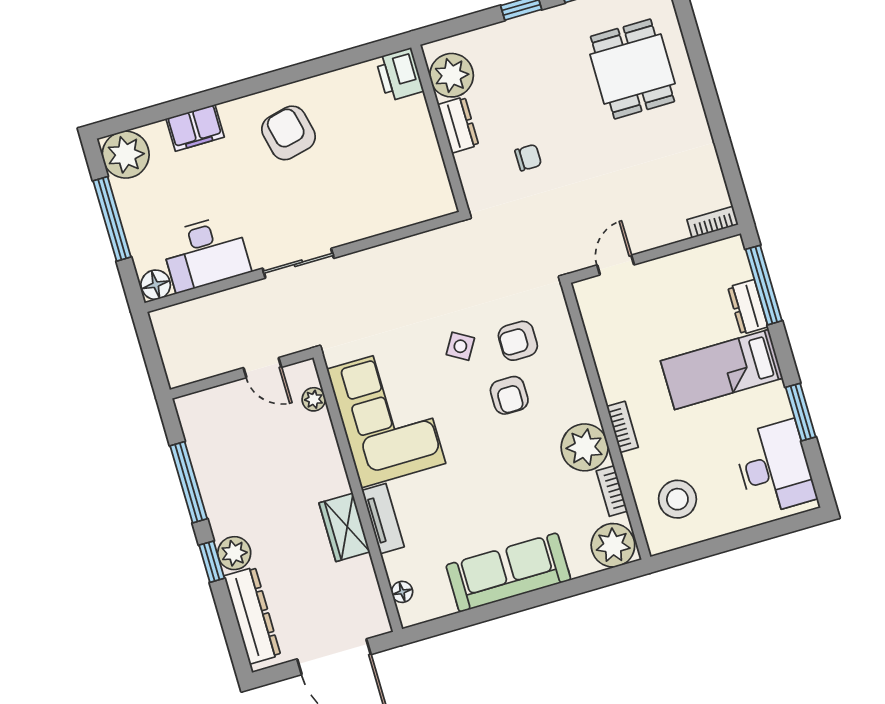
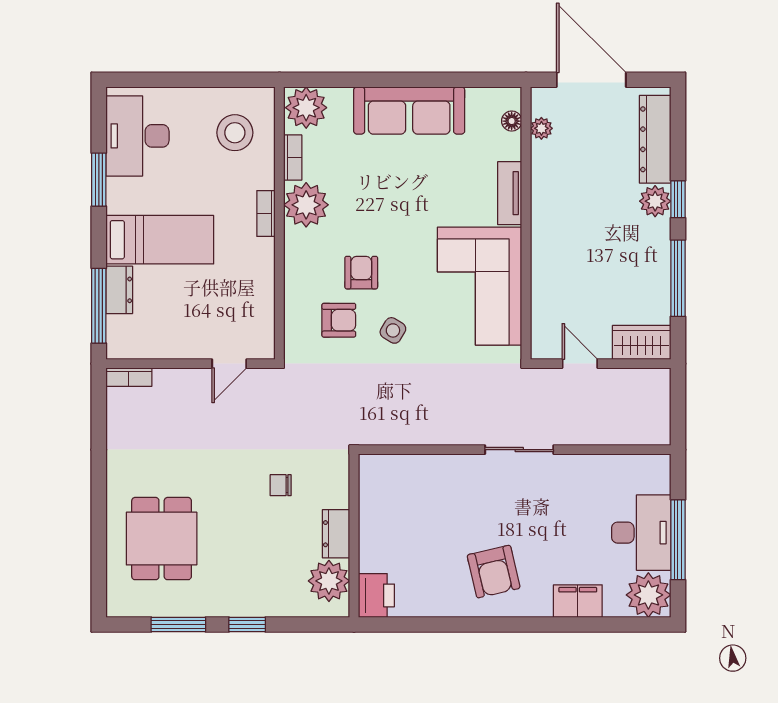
desk: (205, 253) -> (641, 533), moved, turned 90
floor lamp: (156, 285) -> (656, 468), removed
plant: (314, 399) -> (541, 128), moved
wardrobe: (344, 527) -> (642, 342), moved, turned -90

